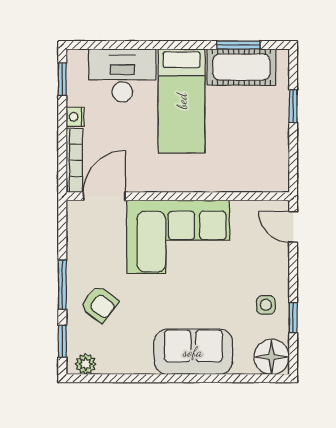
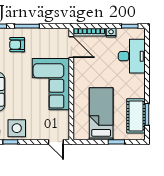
bed: (182, 101) -> (101, 114), moved, turned 90
door: (293, 227) -> (56, 142), swing flipped
armchair: (99, 304) -> (17, 45), turned 53
side table: (266, 305) -> (17, 128), width x1.87, depth x1.87

